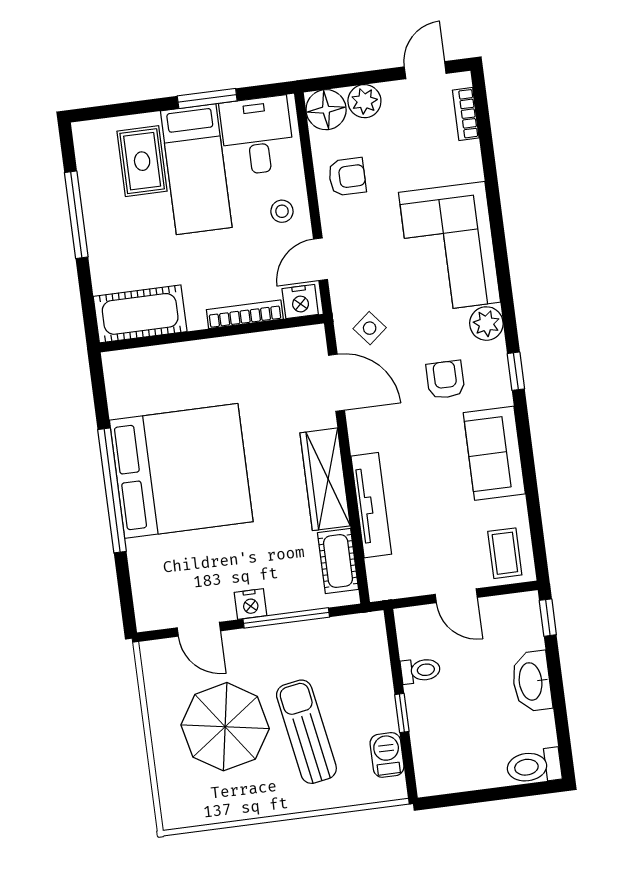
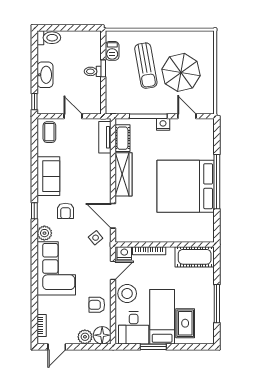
stool: (282, 211) -> (127, 294), width x1.89, depth x1.89
tv unit: (371, 505) -> (105, 137), moved, width x0.71
toilet: (421, 670) -> (93, 71), moved

